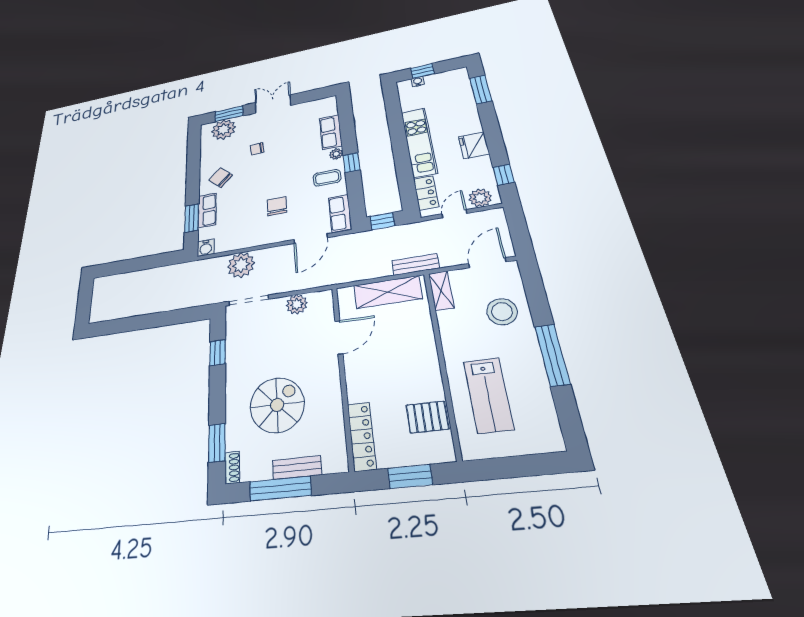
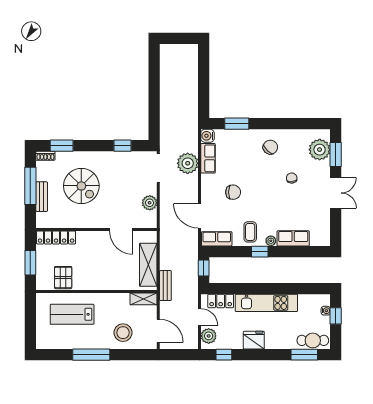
cafe table: (459, 85) -> (313, 340), added
row of seats: (207, 210) -> (208, 158), moved, turned -90

